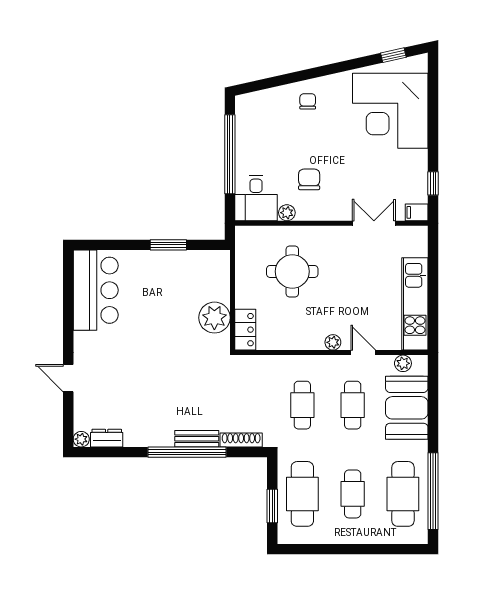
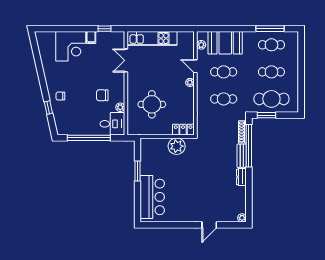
window: (393, 55) -> (48, 108), moved
corner desk: (390, 111) -> (71, 46), width x0.74, depth x0.74
filing cabinet: (417, 212) -> (91, 37), moved
bar counter: (96, 290) -> (152, 197), moved, turned 90
kitchen unit: (415, 304) -> (152, 38), moved
door: (363, 353) -> (195, 66), hinge flipped
dresser: (107, 438) -> (241, 177), moved
window: (187, 452) -> (249, 146), moved
window: (433, 491) -> (270, 29), width x0.68
cafe table: (403, 494) -> (271, 45), width x0.73, depth x0.74
window: (272, 506) -> (267, 115), moved

